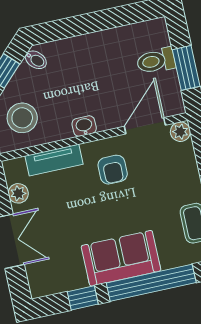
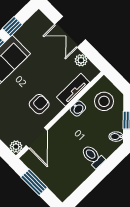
toilet: (156, 61) -> (93, 156), moved, turned -90
washbasin: (84, 126) -> (78, 109), moved
armchair: (113, 170) -> (39, 104), turned 90

